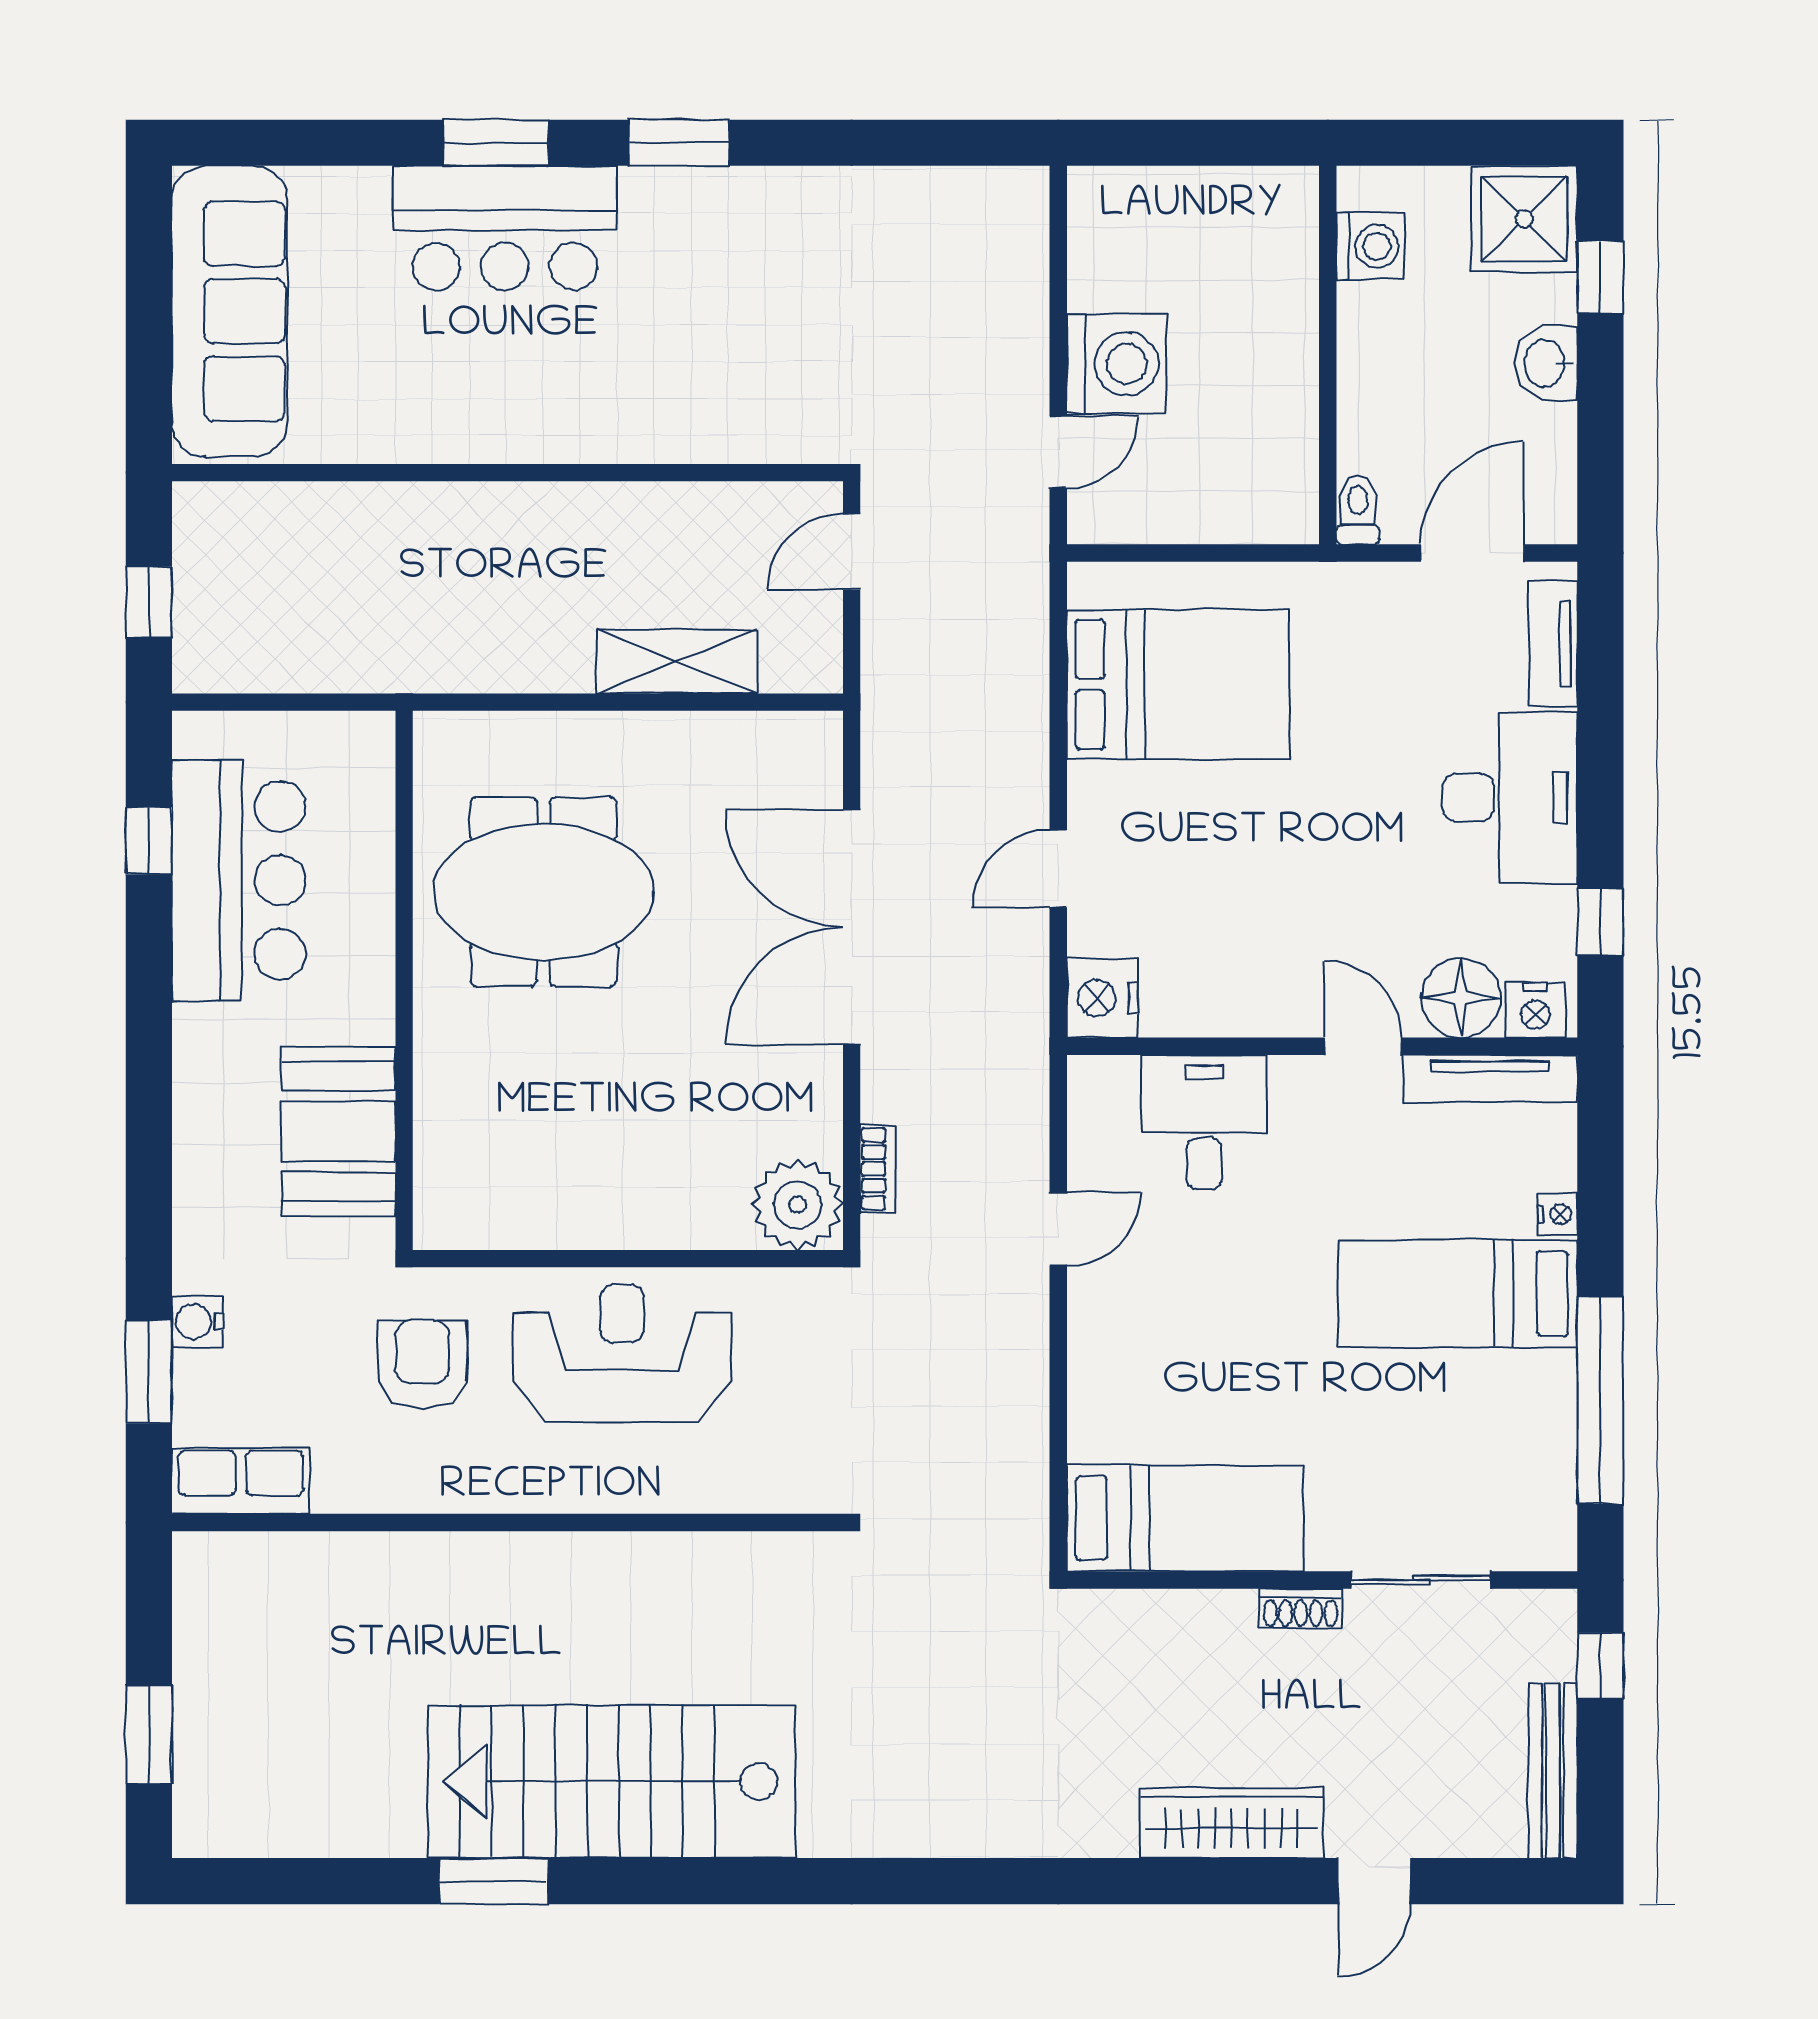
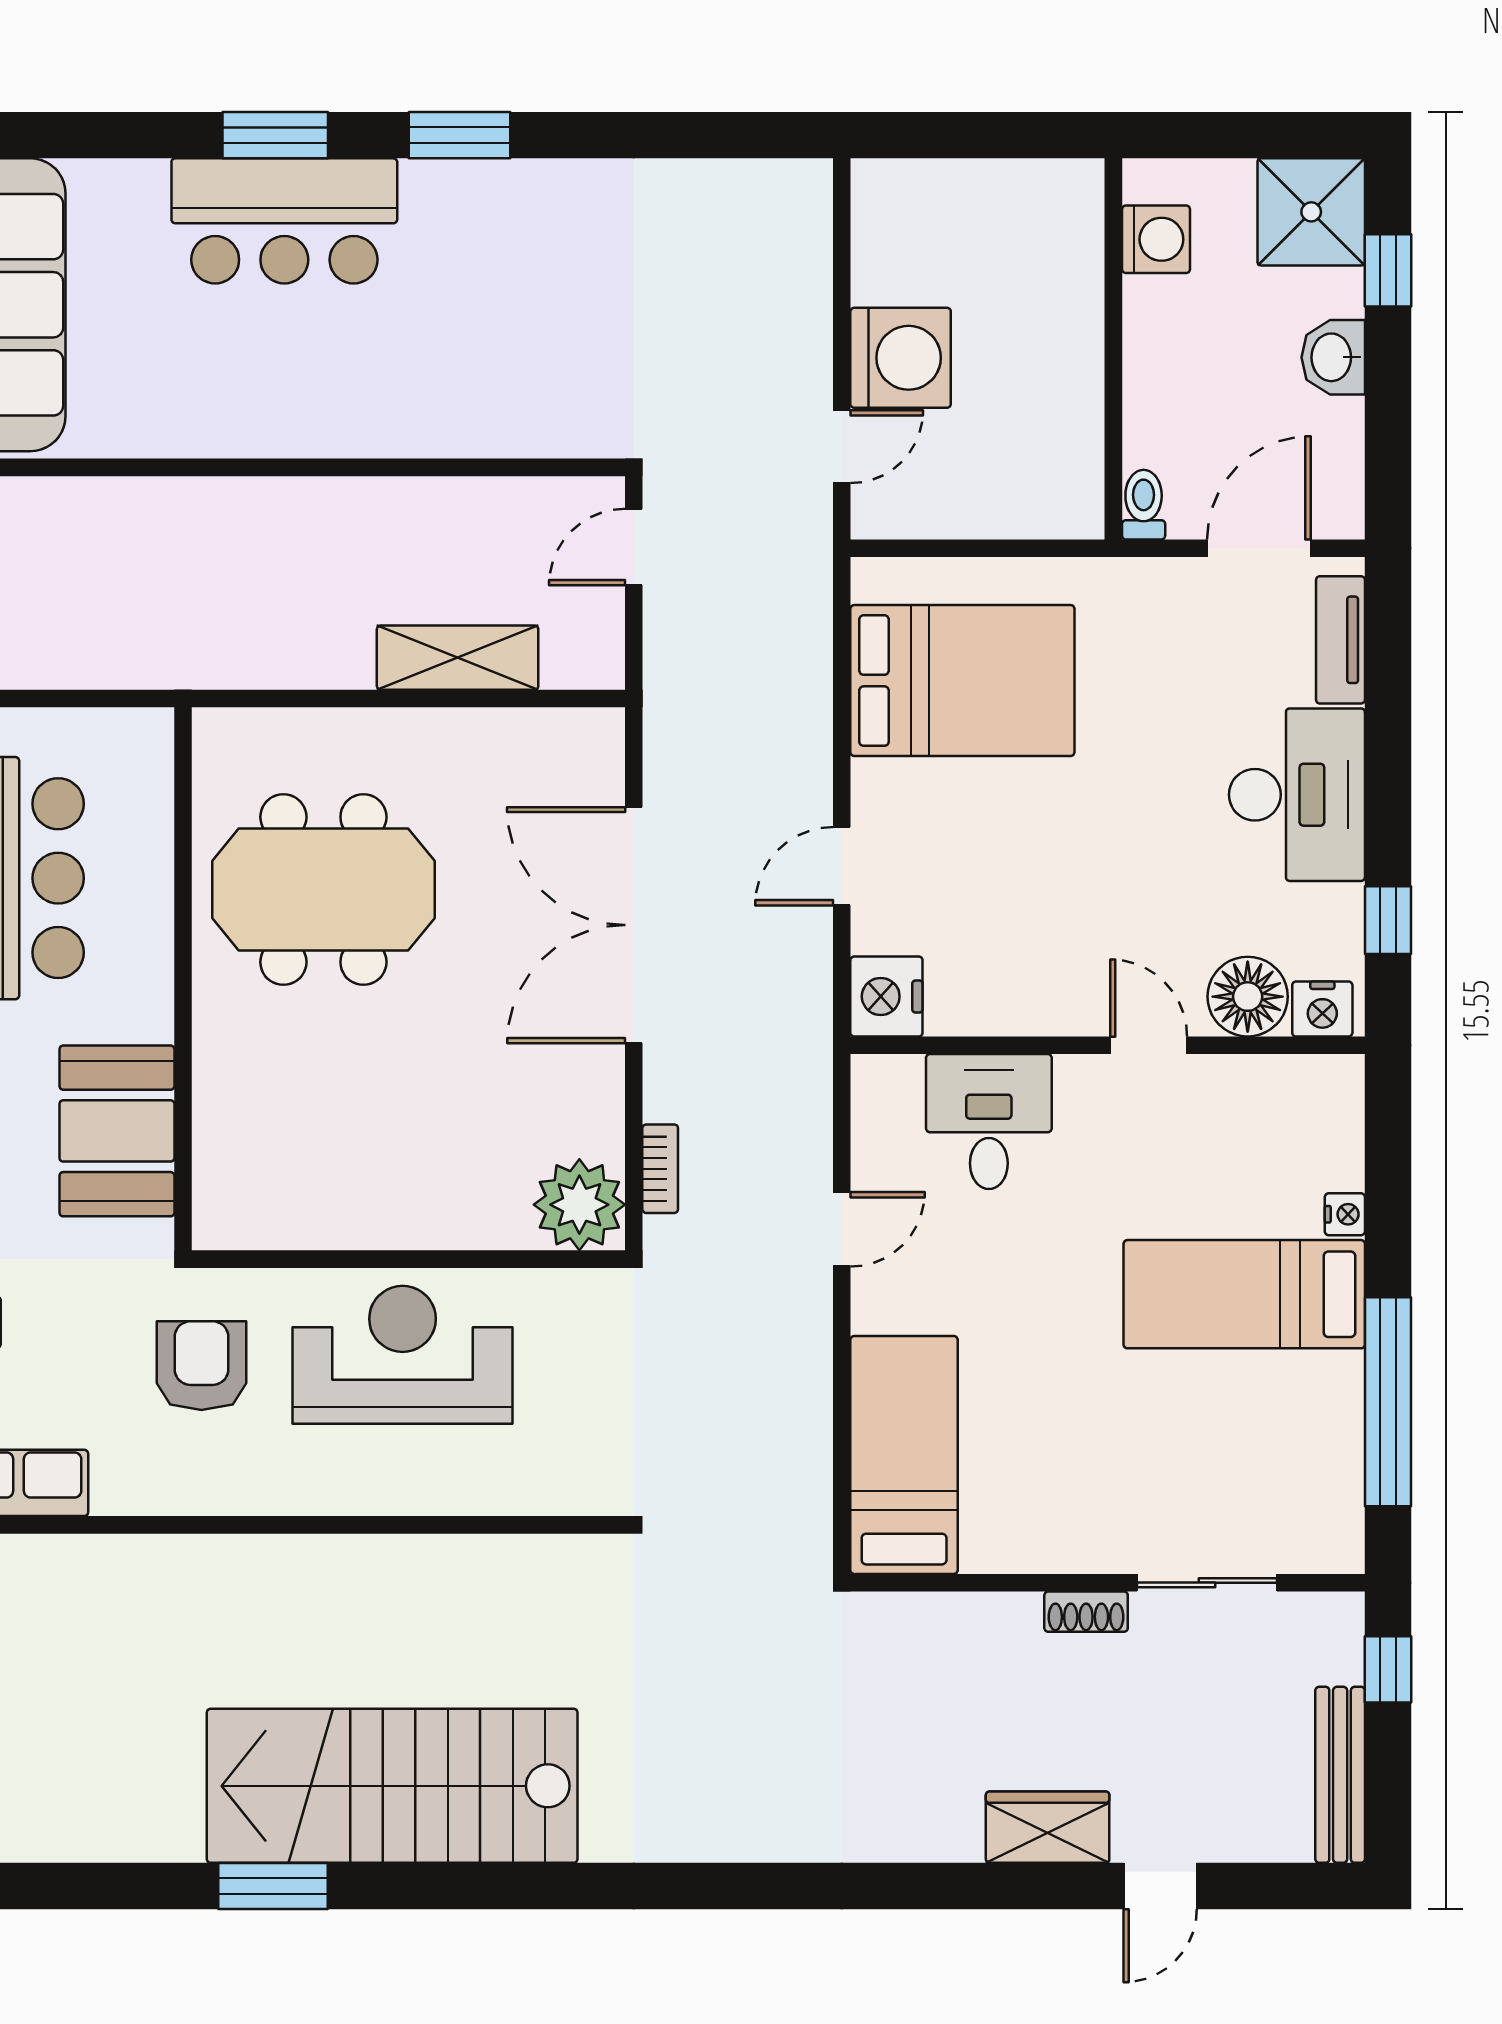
tv unit: (1490, 1079) -> (1277, 1078), removed
bed: (1185, 1518) -> (904, 1455), moved, turned -90
wardrobe: (1232, 1823) -> (1048, 1827), width x0.67

